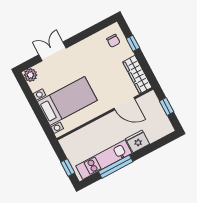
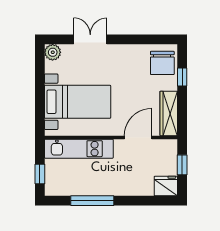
chair: (113, 41) -> (162, 63), width x1.87, depth x1.87
door: (124, 104) -> (138, 137), swing flipped
fridge: (138, 141) -> (166, 186), moved
kitchen unit: (104, 160) -> (79, 149), moved, turned 180

